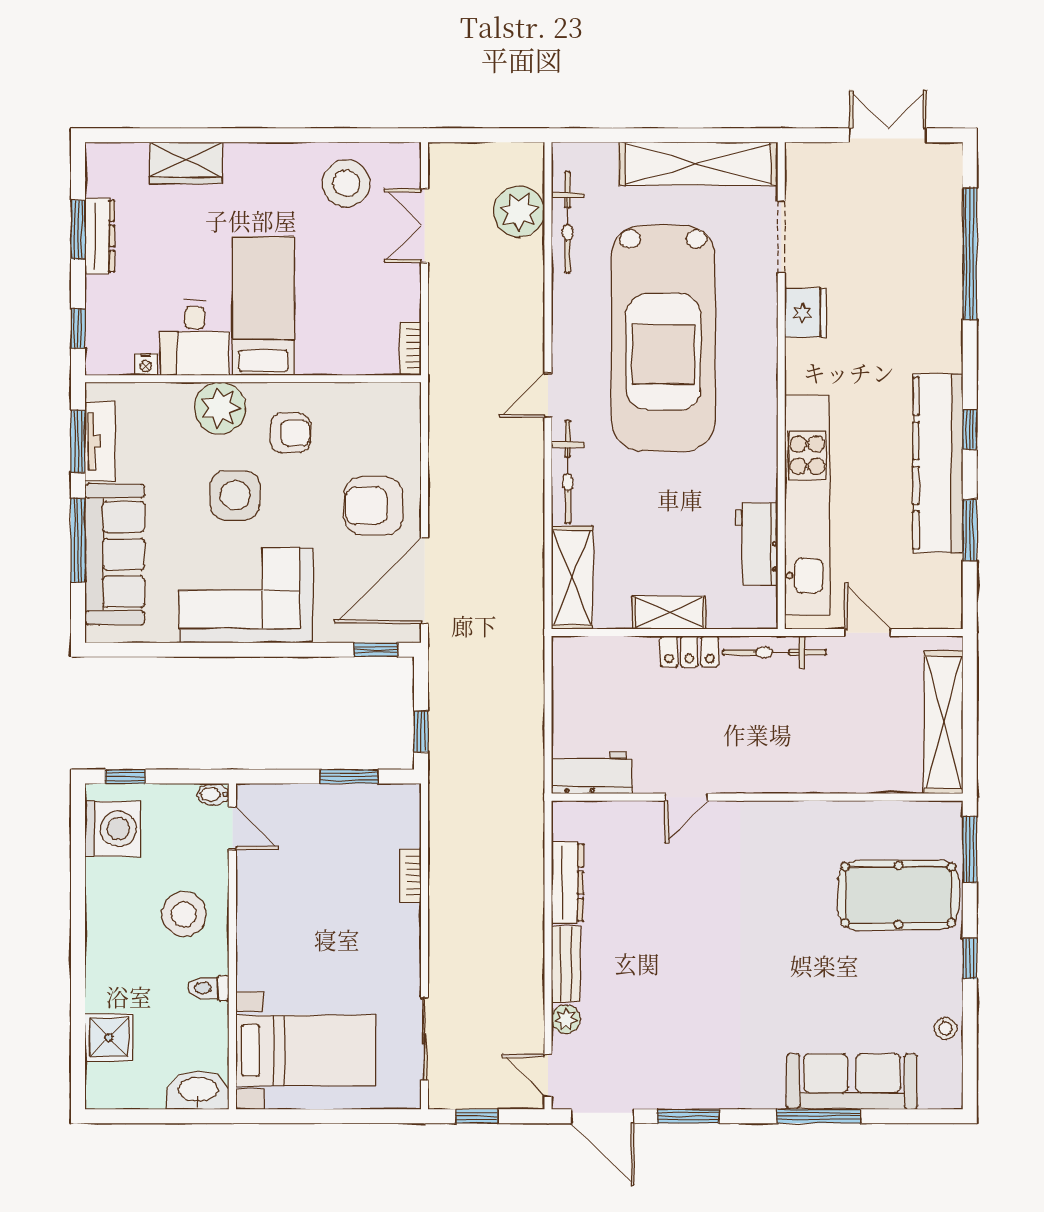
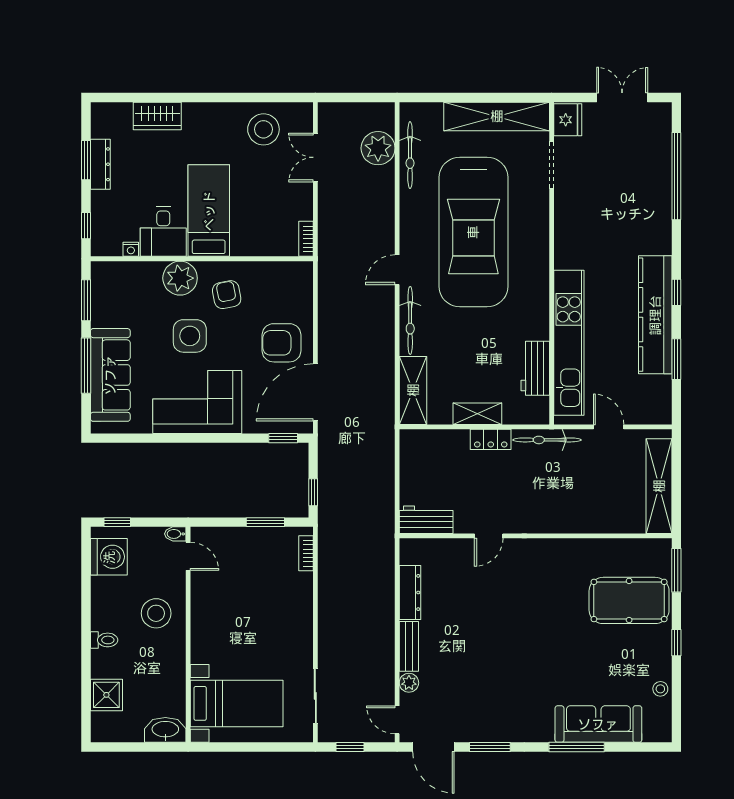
fridge: (806, 313) -> (568, 120), moved
armchair: (291, 433) -> (227, 295), turned -101
tv unit: (100, 442) -> (101, 300), removed
bookcase: (410, 875) -> (306, 553), moved
toilet: (208, 988) -> (104, 640), moved, turned 180

